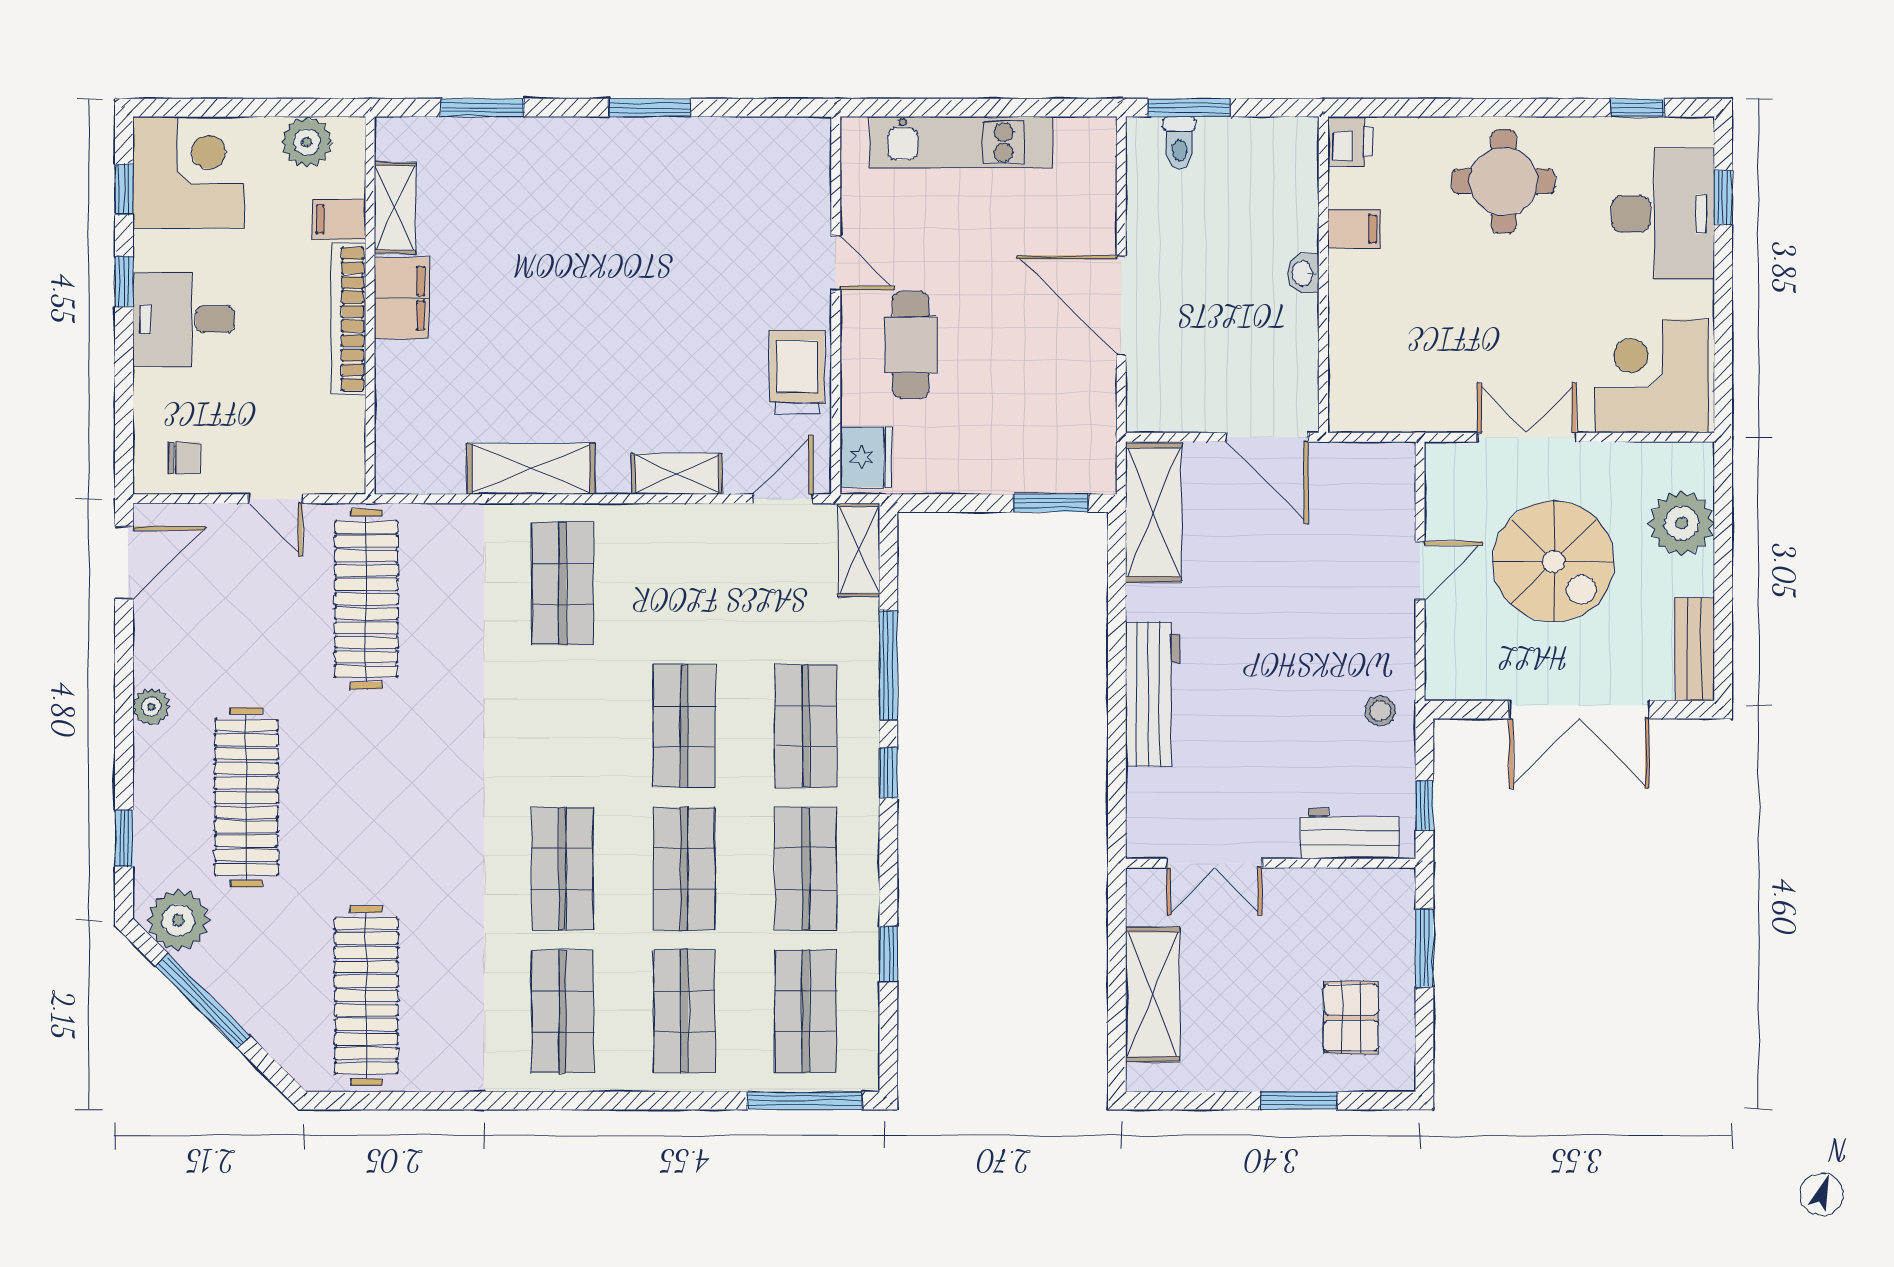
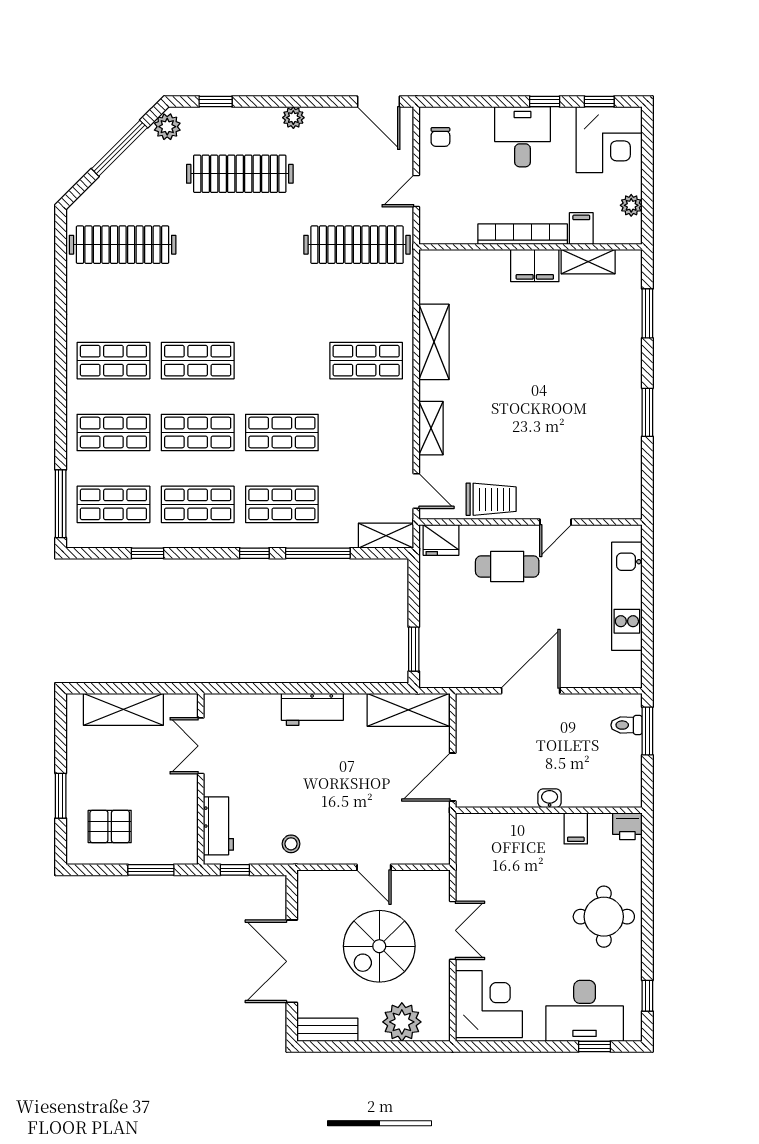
plant: (307, 142) -> (631, 205), width x0.73, depth x0.73
workbench: (1153, 694) -> (312, 709), width x0.73
plant: (178, 920) -> (167, 127), width x0.73, depth x0.73

